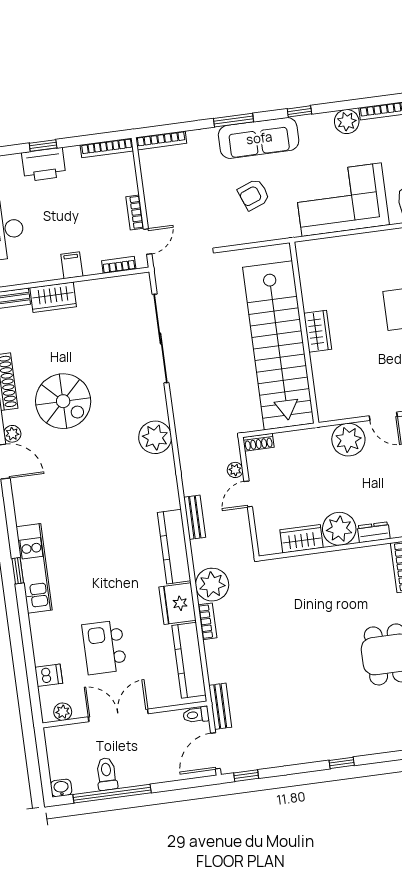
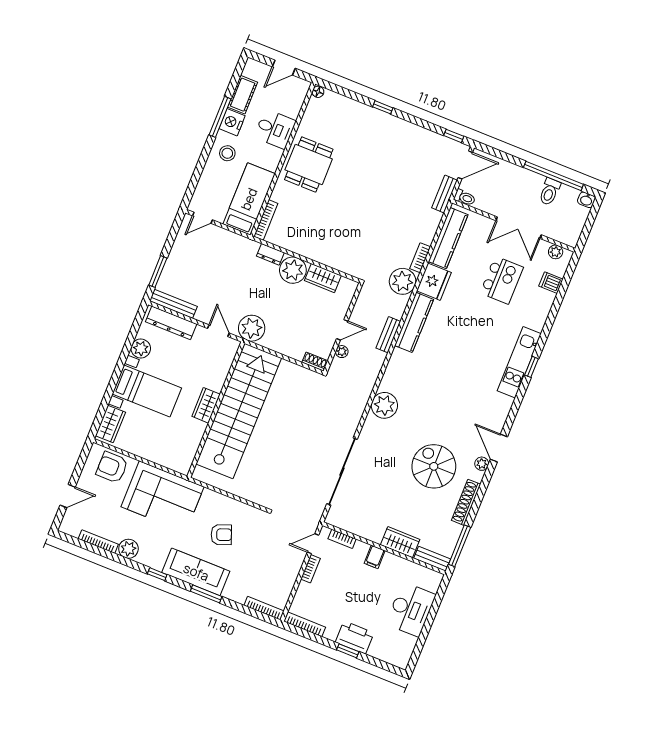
wardrobe: (318, 331) -> (206, 405), moved
wall: (304, 333) -> (216, 410), moved
stairs: (278, 345) -> (239, 411), moved

